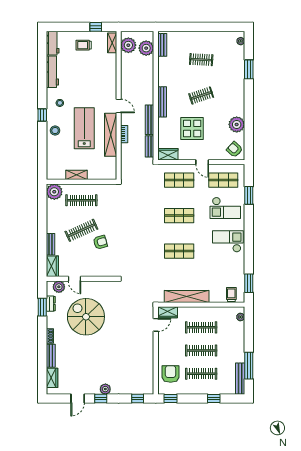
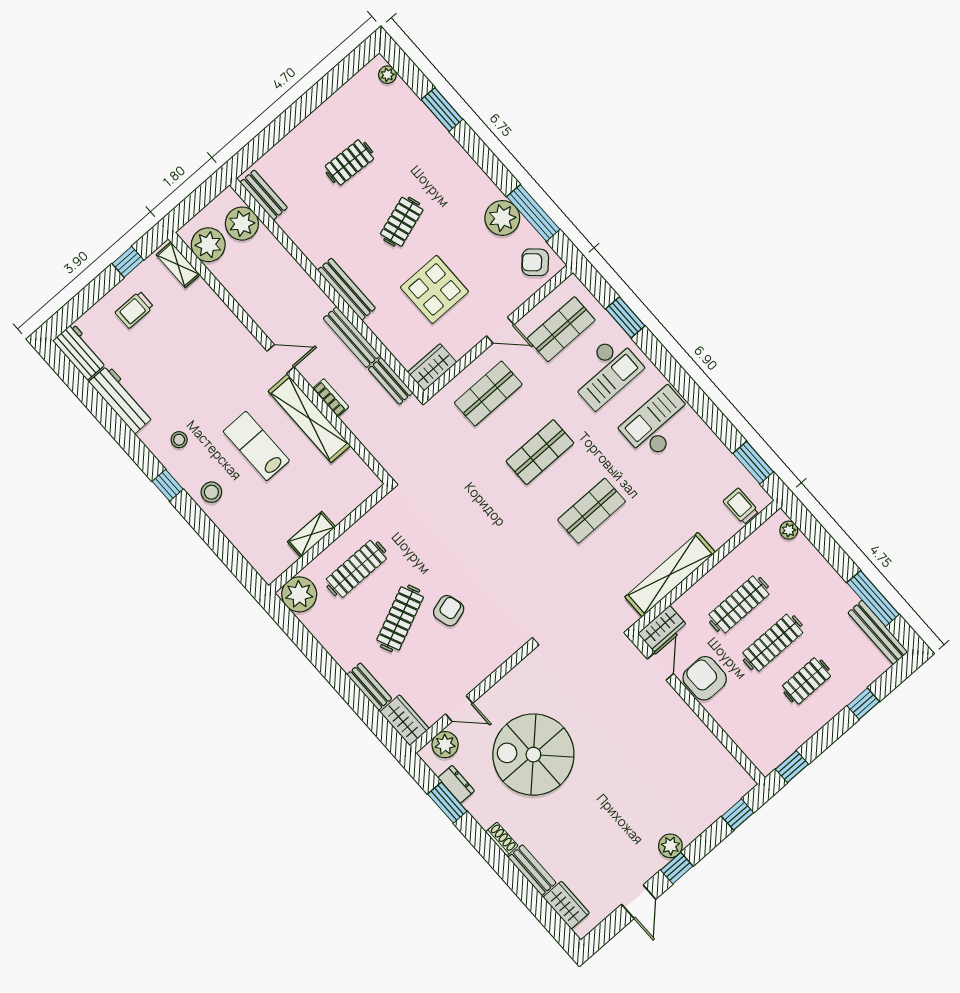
lab bench: (84, 128) -> (256, 446), width x0.73, depth x0.72
window: (249, 132) -> (533, 213), added
armchair: (171, 374) -> (705, 678), moved
clothes rail: (201, 374) -> (807, 681), width x0.73

